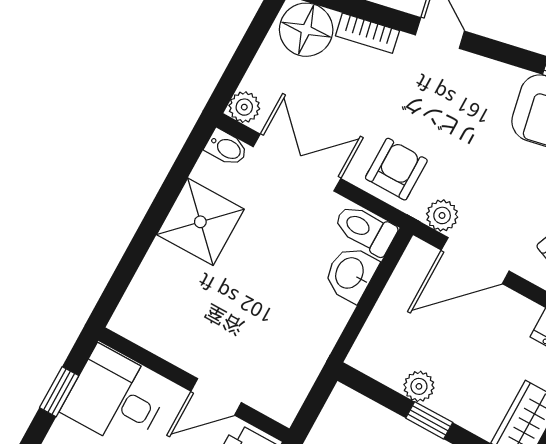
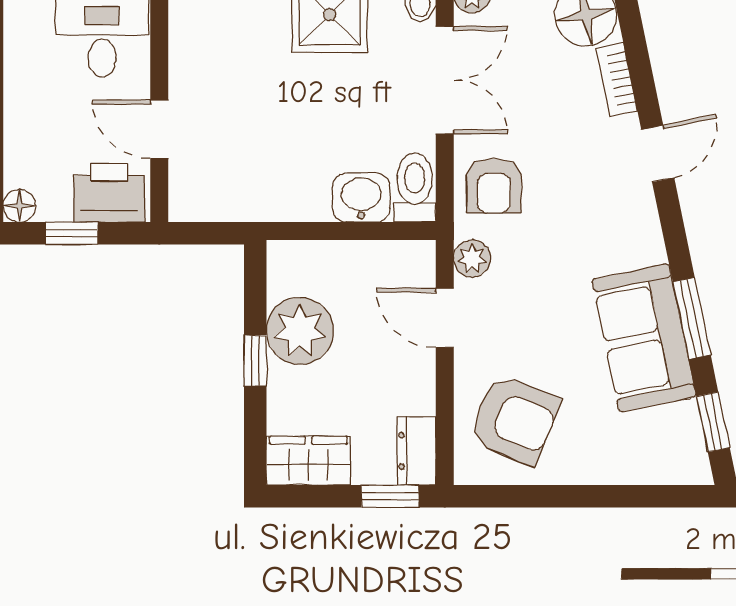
armchair: (396, 169) -> (494, 186), turned 90
door: (475, 261) -> (445, 318), width x0.73
plant: (419, 386) -> (300, 331), width x1.87, depth x1.87

